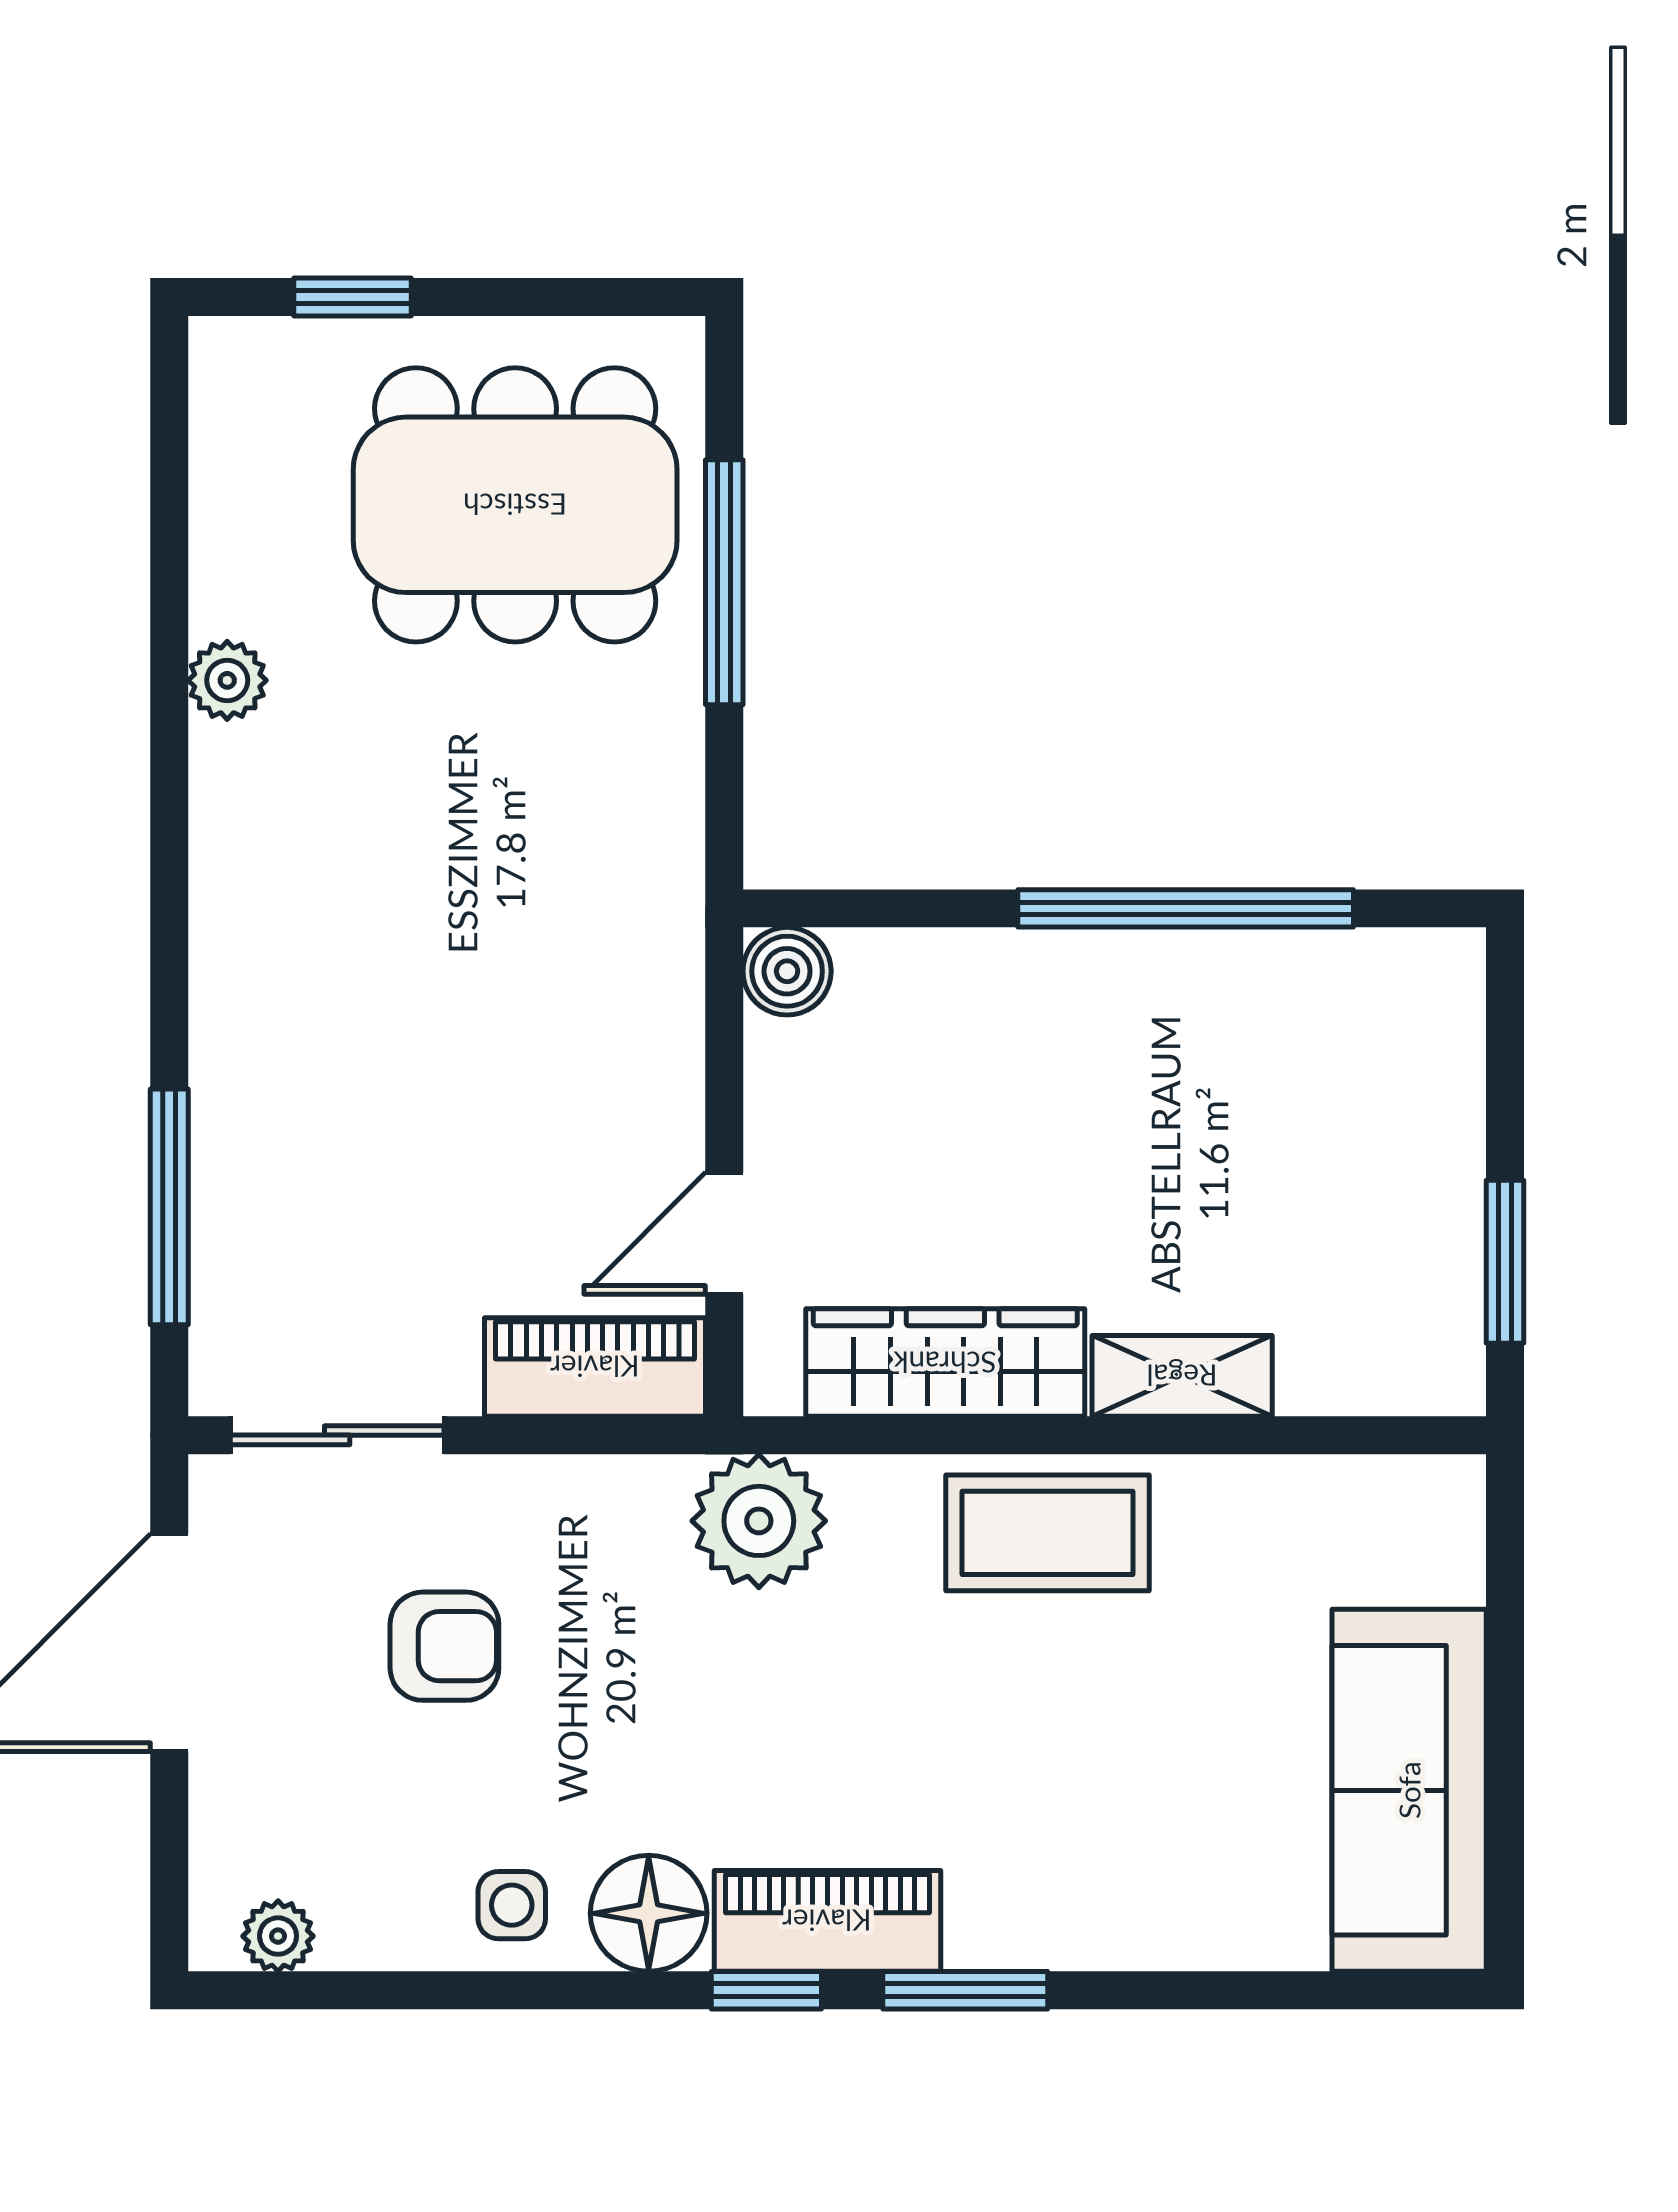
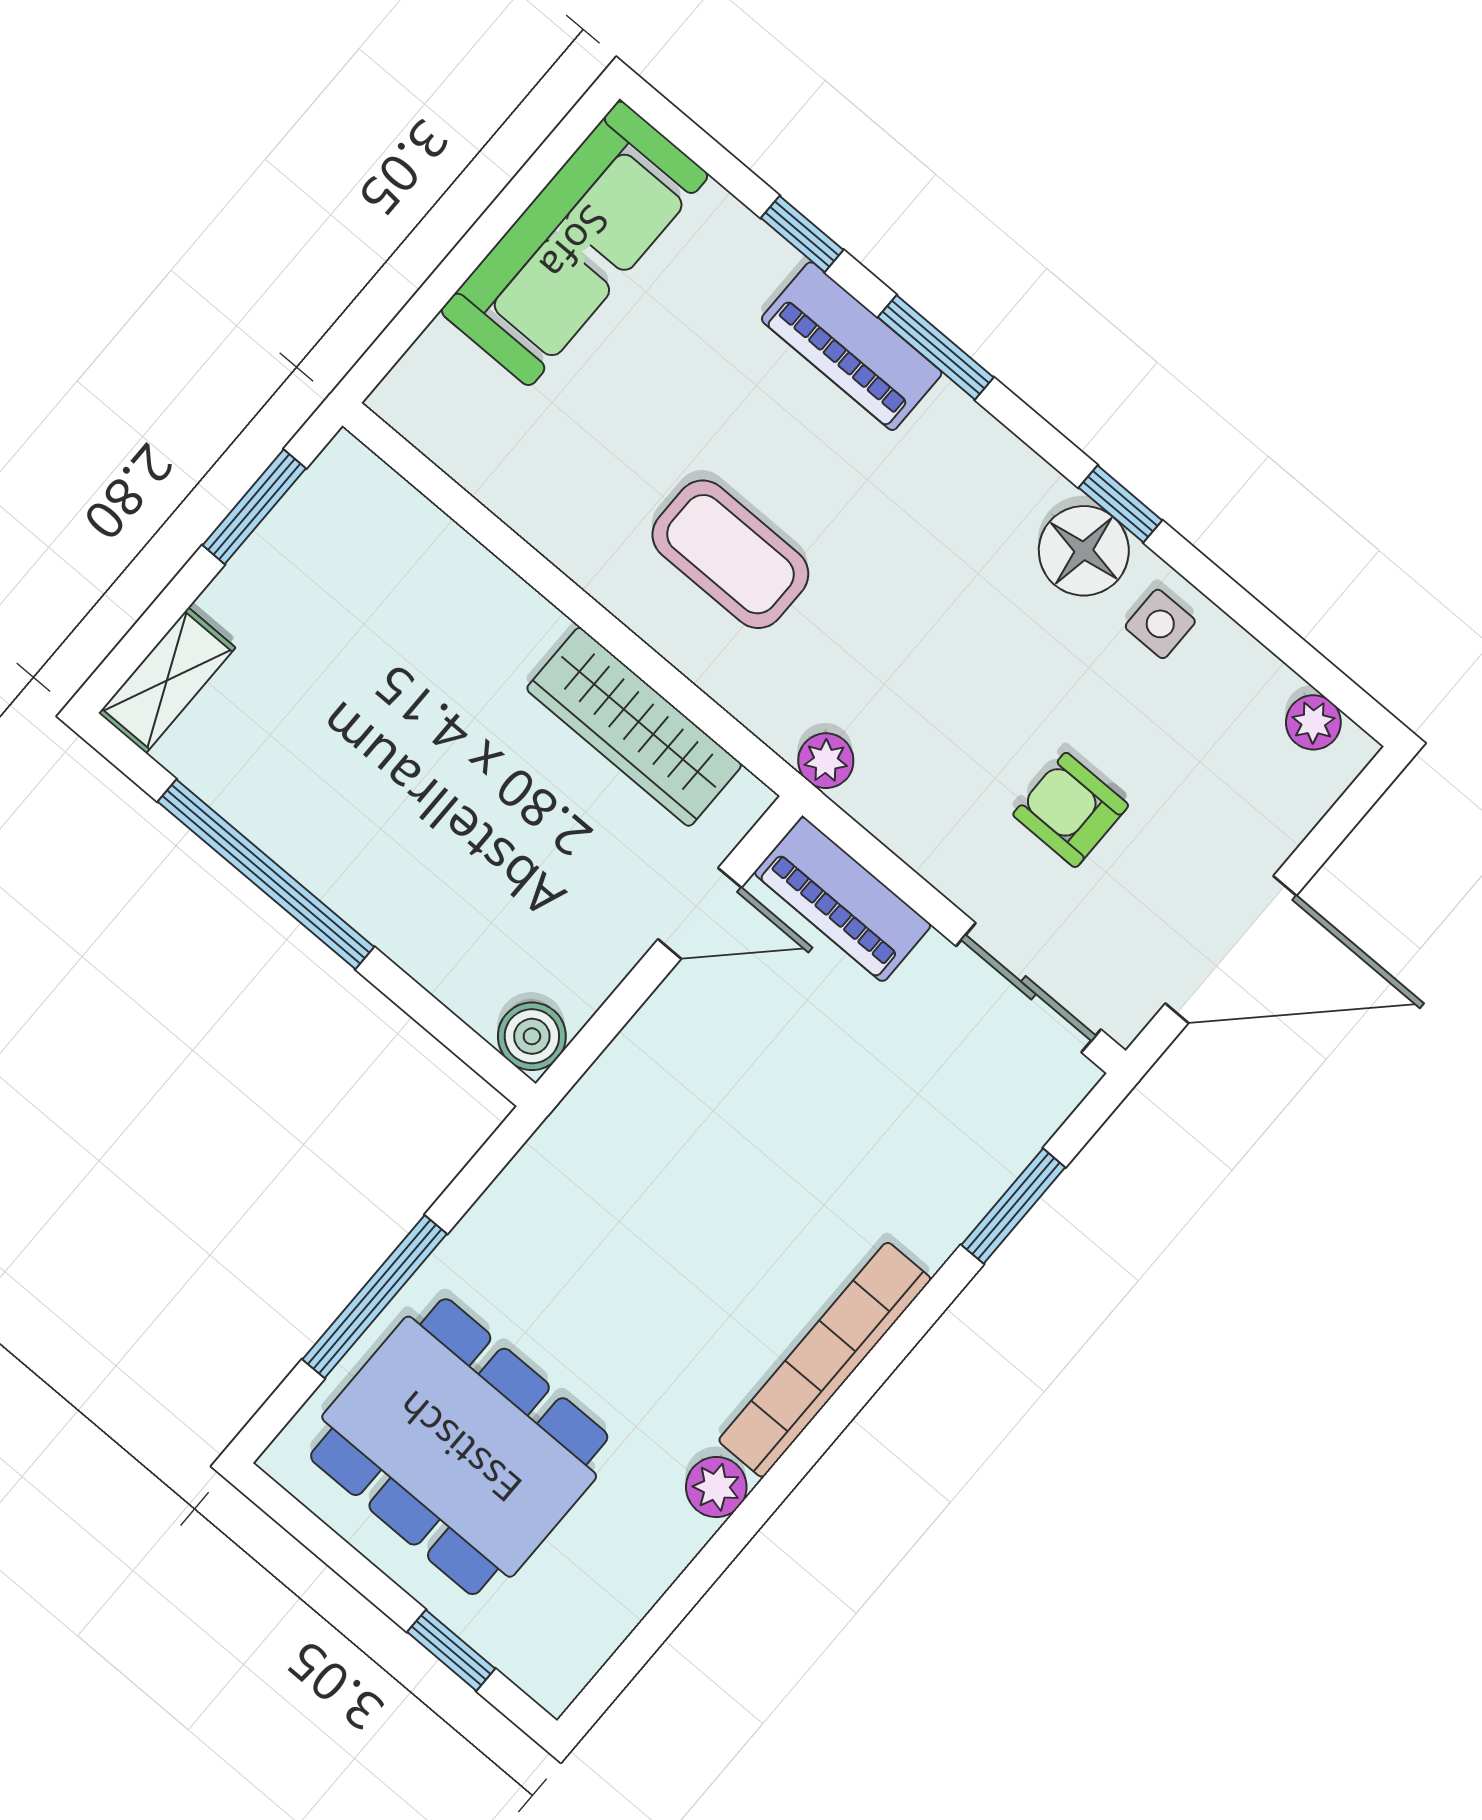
bookcase: (227, 897) -> (825, 1360), added
window: (169, 1207) -> (1013, 1206), width x0.69
shelving: (1182, 1376) -> (167, 680), moved, turned 90
plant: (759, 1521) -> (826, 761), width x0.53, depth x0.53
coffee table: (1048, 1533) -> (730, 554), moved
piano: (827, 1921) -> (852, 346), moved
window: (766, 1990) -> (1120, 504), moved
window: (1192, 1990) -> (802, 234), added

